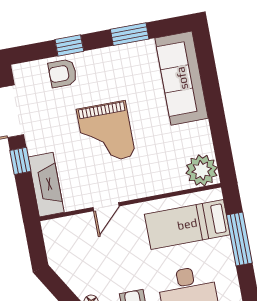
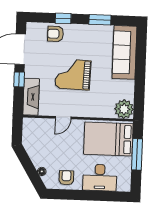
grand piano: (106, 133) -> (73, 74), turned 92
bed: (187, 224) -> (108, 139), width x1.50

